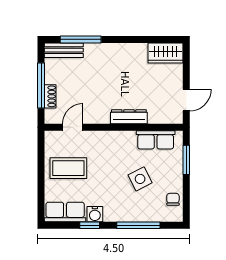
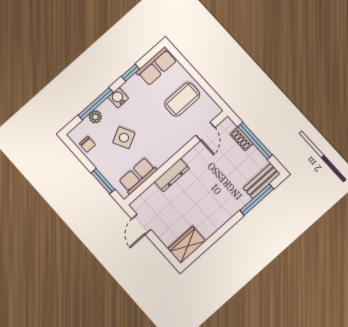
water cooler: (95, 214) -> (118, 98), moved
plant: (148, 215) -> (95, 117), added

